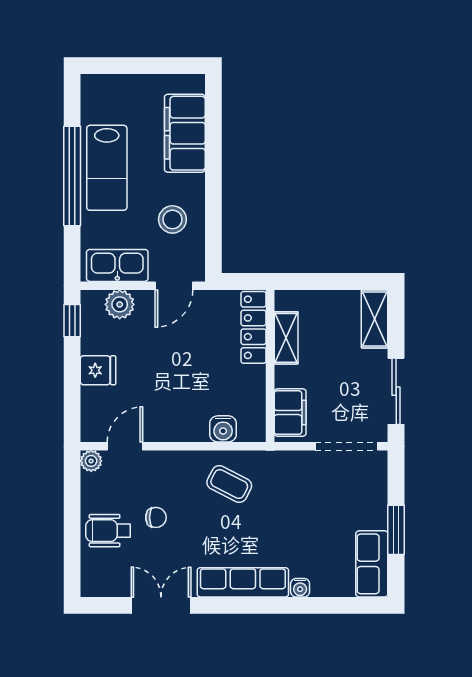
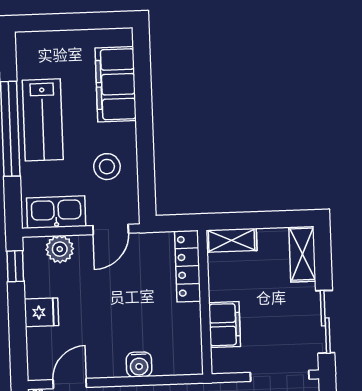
shelving: (286, 338) -> (231, 240), moved, turned 90
filing cabinet: (290, 413) -> (225, 325), moved
water cooler: (223, 429) -> (139, 365), moved

